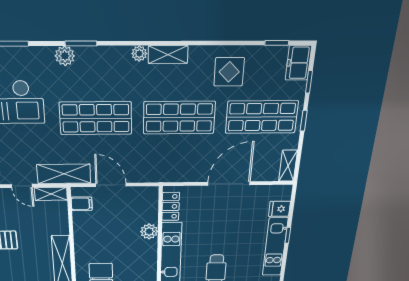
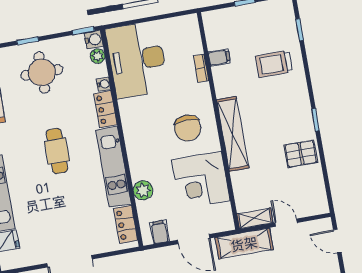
filing cabinet: (82, 204) -> (160, 232), moved, turned 90
corner desk: (96, 232) -> (201, 180), added

